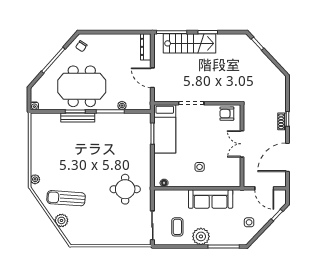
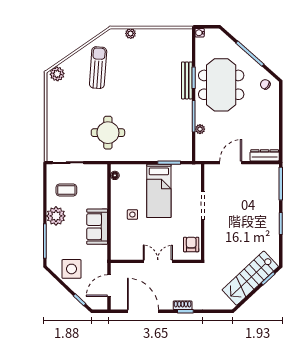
stairs: (190, 43) -> (250, 278), moved, turned 47
bed: (165, 129) -> (159, 191), moved, turned -90
plant: (35, 179) -> (131, 33), moved
sofa: (211, 199) -> (97, 227), width x0.73
plant: (61, 220) -> (57, 74), moved
side table: (249, 222) -> (71, 269), width x1.87, depth x1.87

